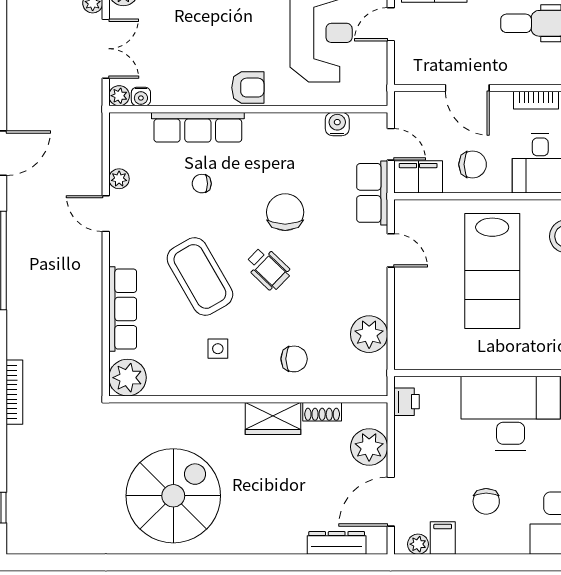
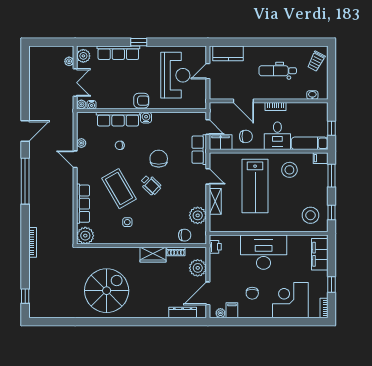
water cooler: (337, 124) -> (146, 118), moved
shelving: (407, 304) -> (215, 201), added
chair: (294, 359) -> (185, 235), moved

